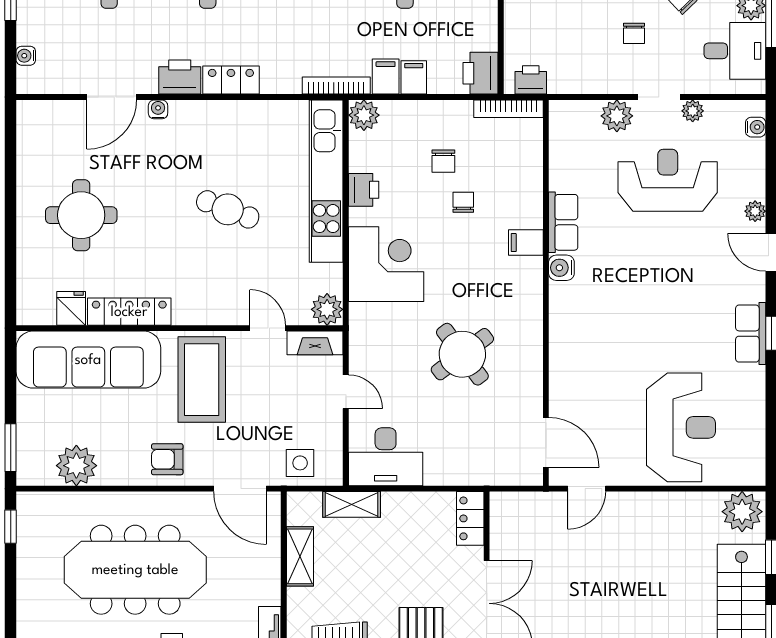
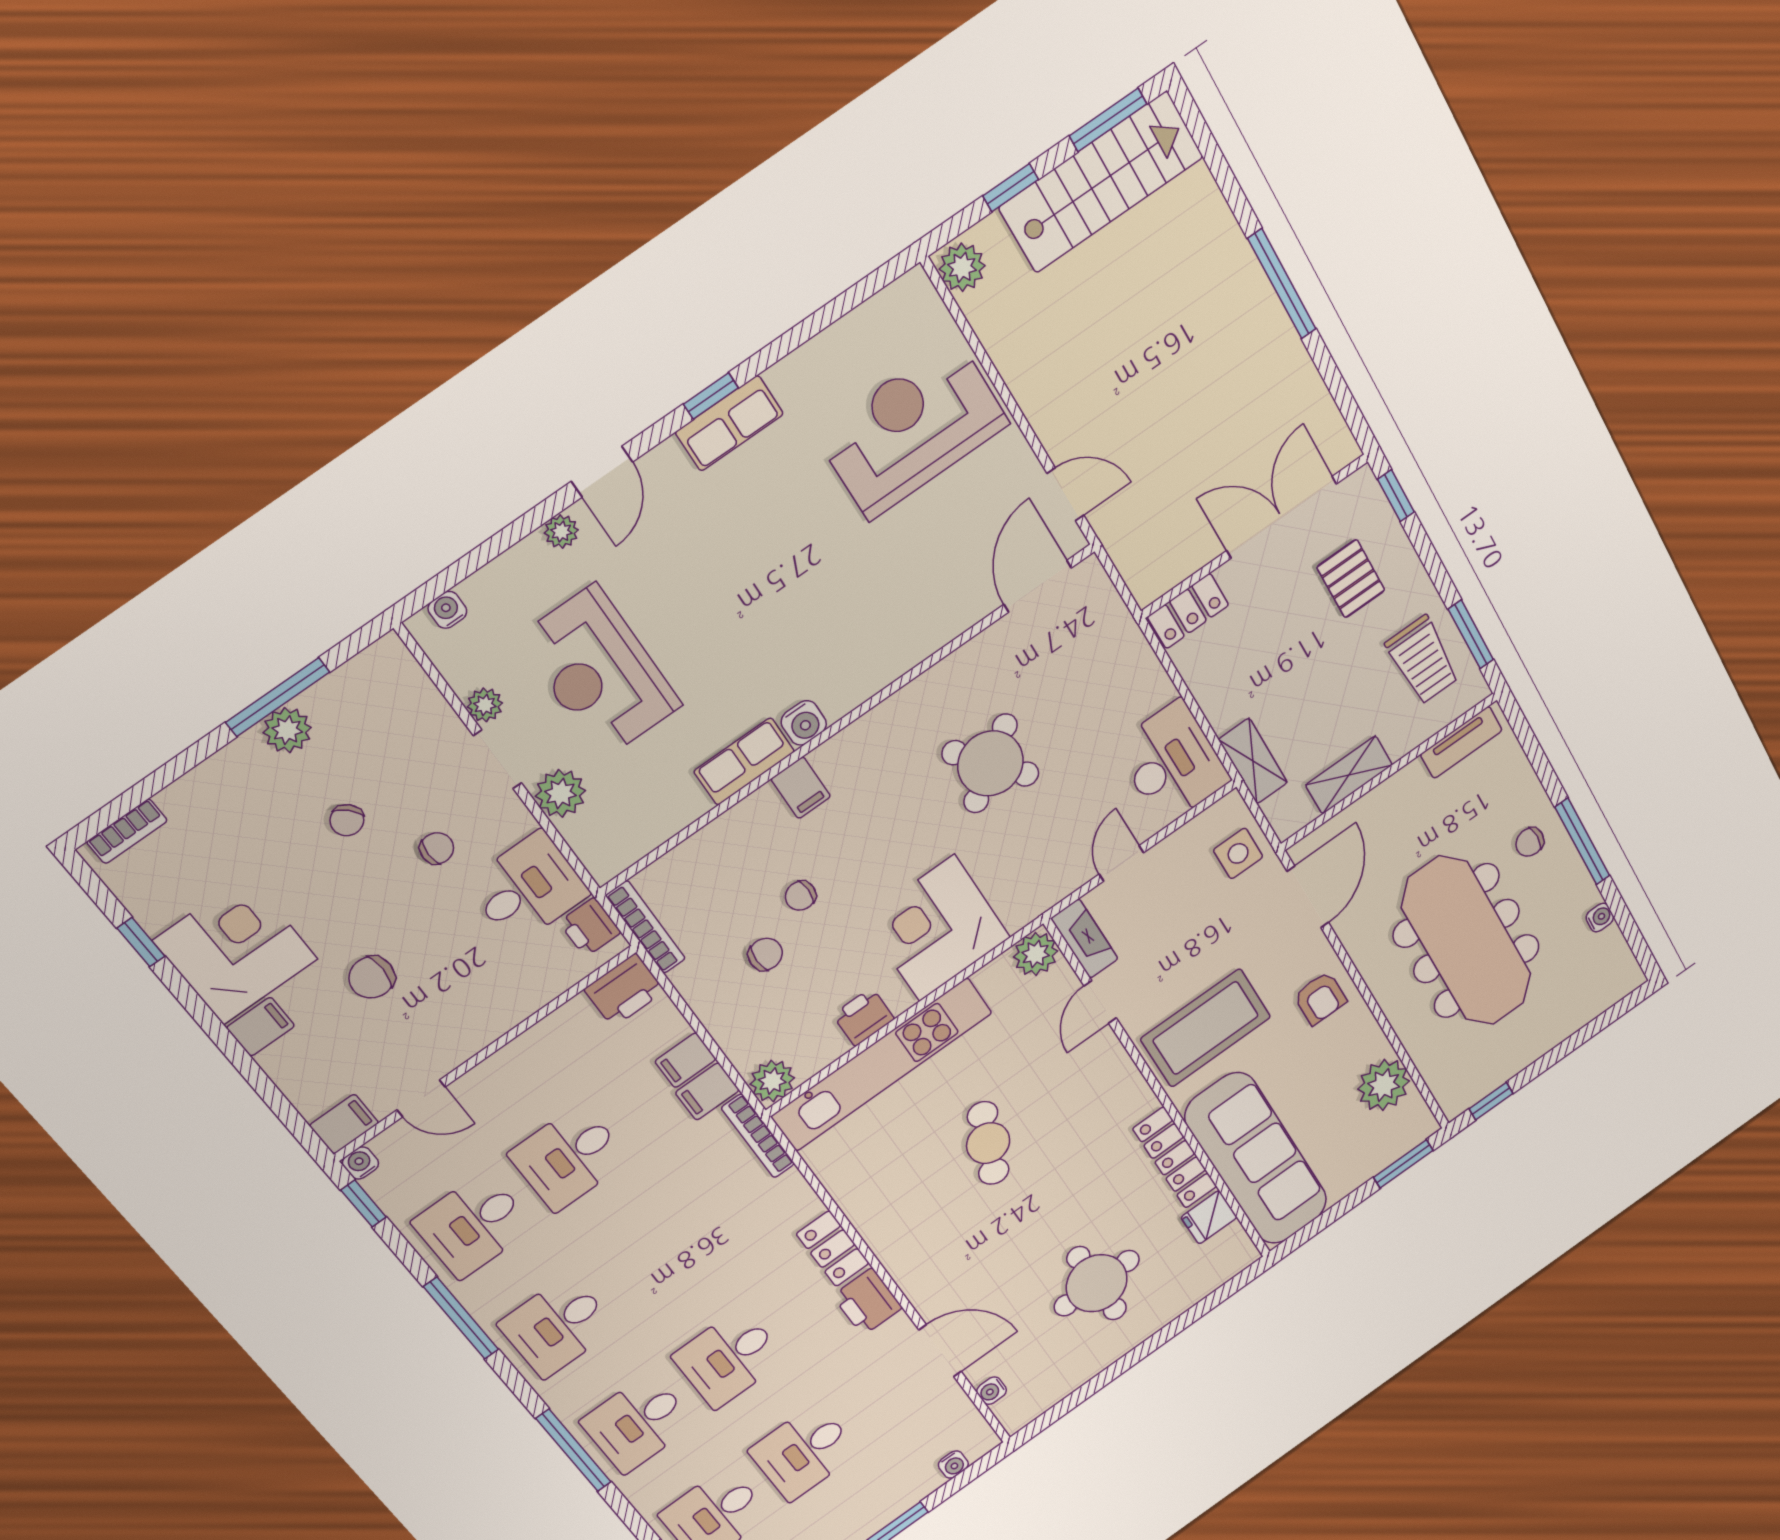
desk: (735, 51) -> (528, 888), moved, turned 90
water cooler: (158, 109) -> (992, 1391), moved
plant: (742, 512) -> (962, 267), width x0.73, depth x0.73

